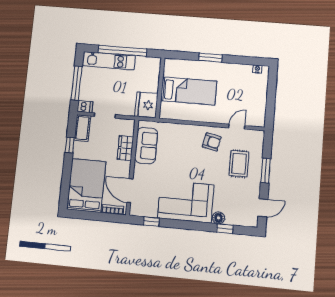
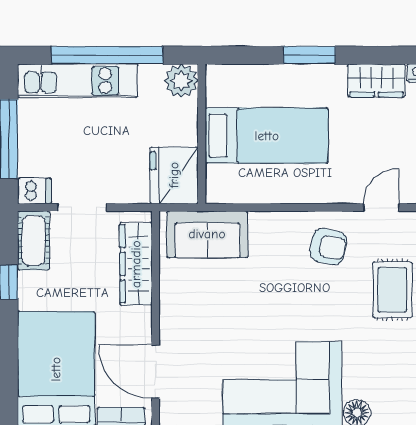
plant: (153, 64) -> (181, 81), added
wardrobe: (239, 71) -> (376, 80), added
sofa: (146, 146) -> (207, 234), moved, turned 90
wardrobe: (125, 148) -> (136, 264), width x1.50

